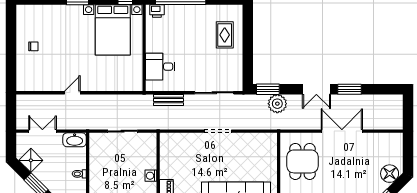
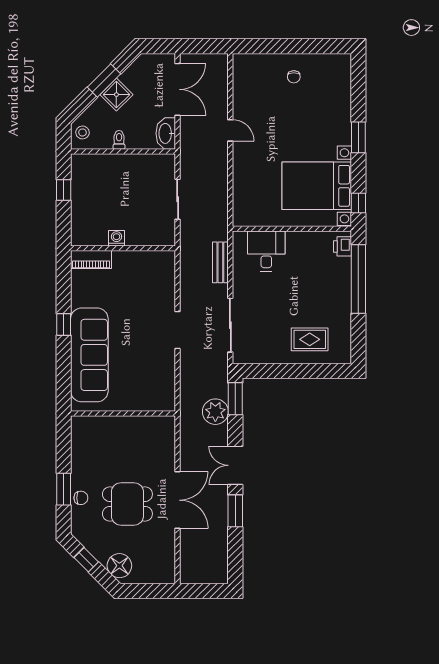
double door: (42, 131) -> (178, 89), width x1.37
shower: (31, 160) -> (116, 95), moved
dining table: (302, 161) -> (127, 504), moved

